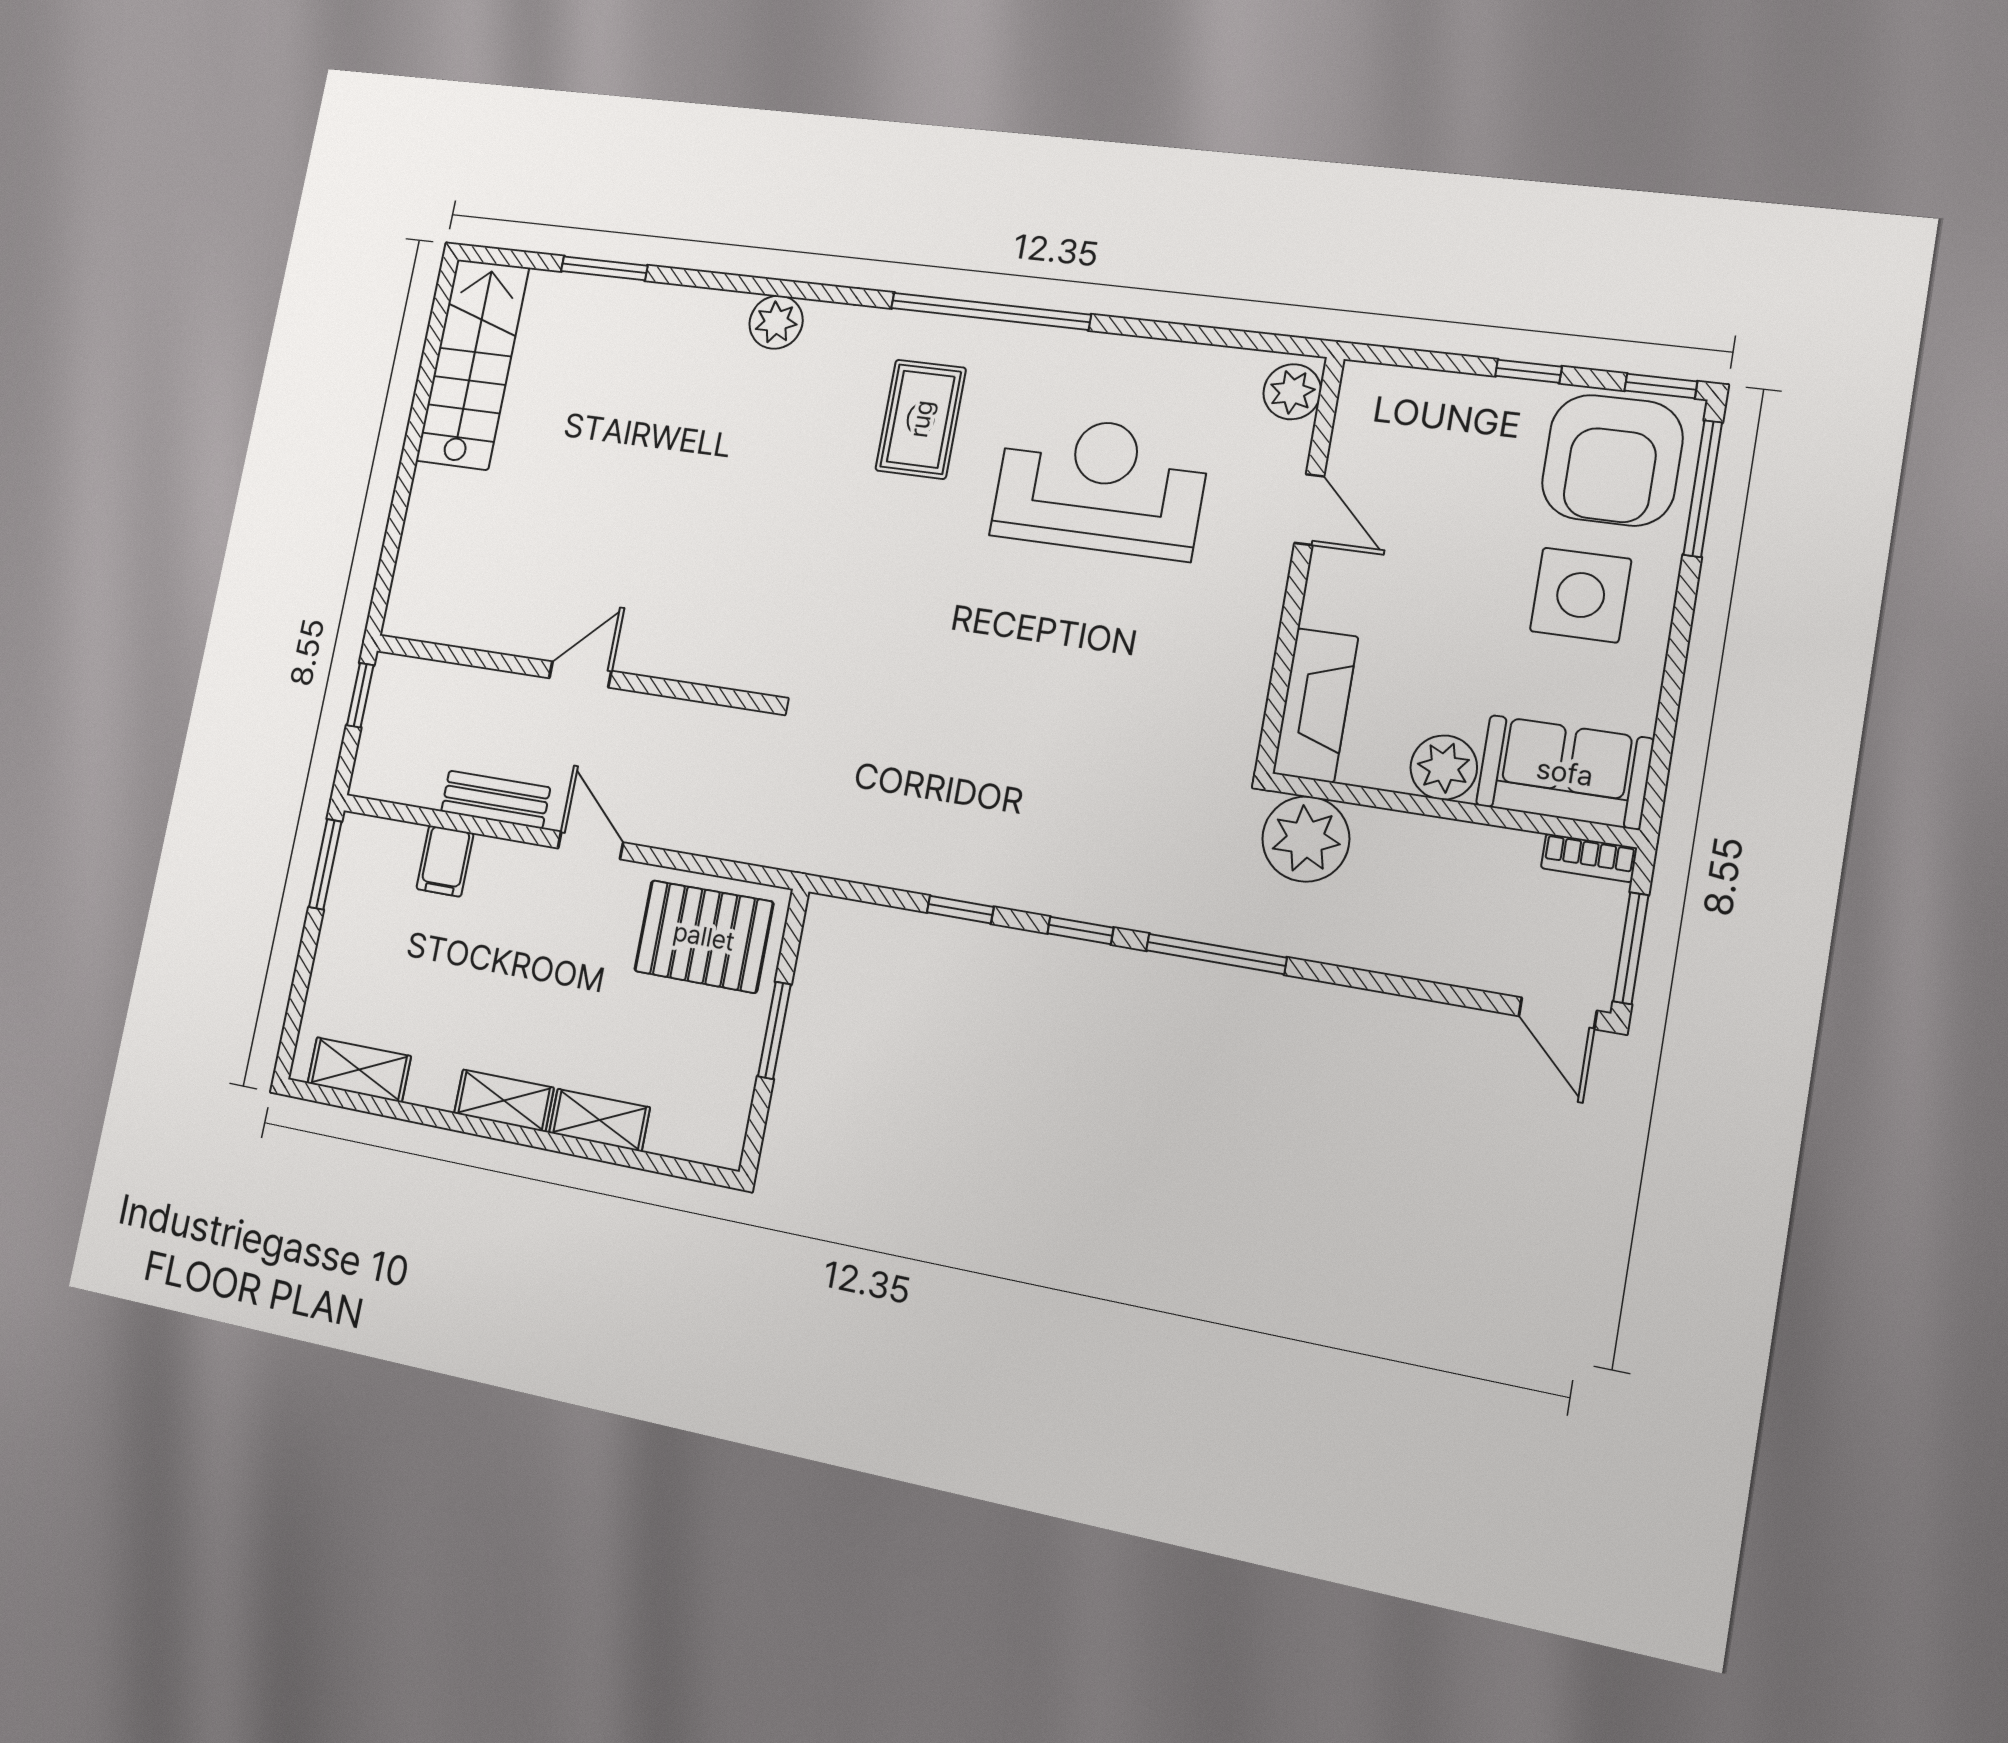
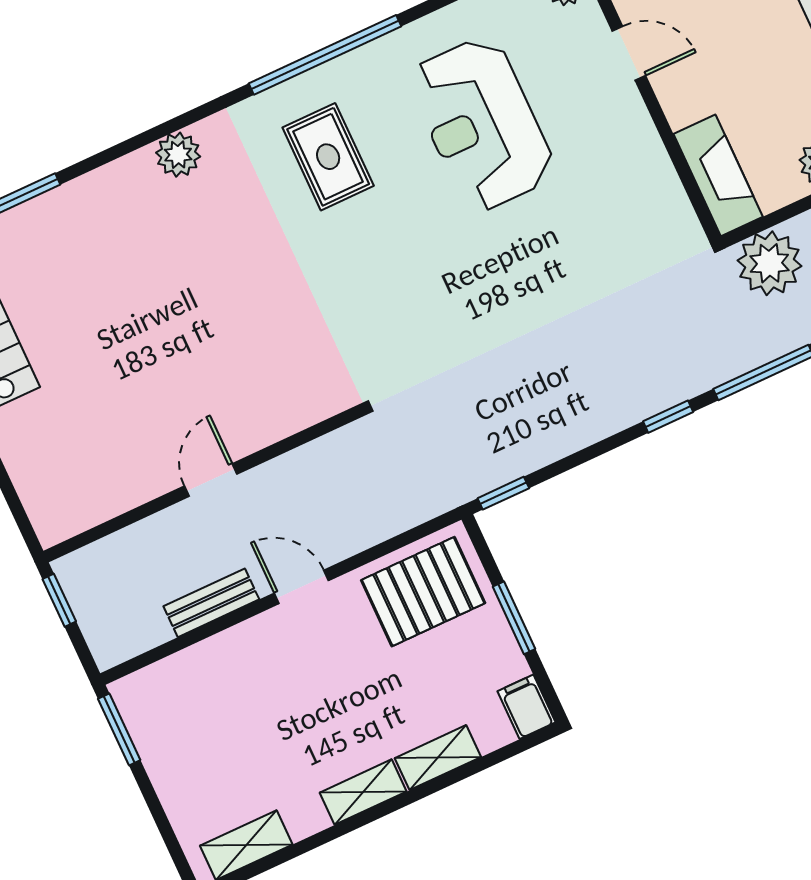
reception desk: (1100, 486) -> (482, 124), turned -90
filing cabinet: (445, 861) -> (526, 707), moved, turned 180
window: (960, 910) -> (503, 493), moved

